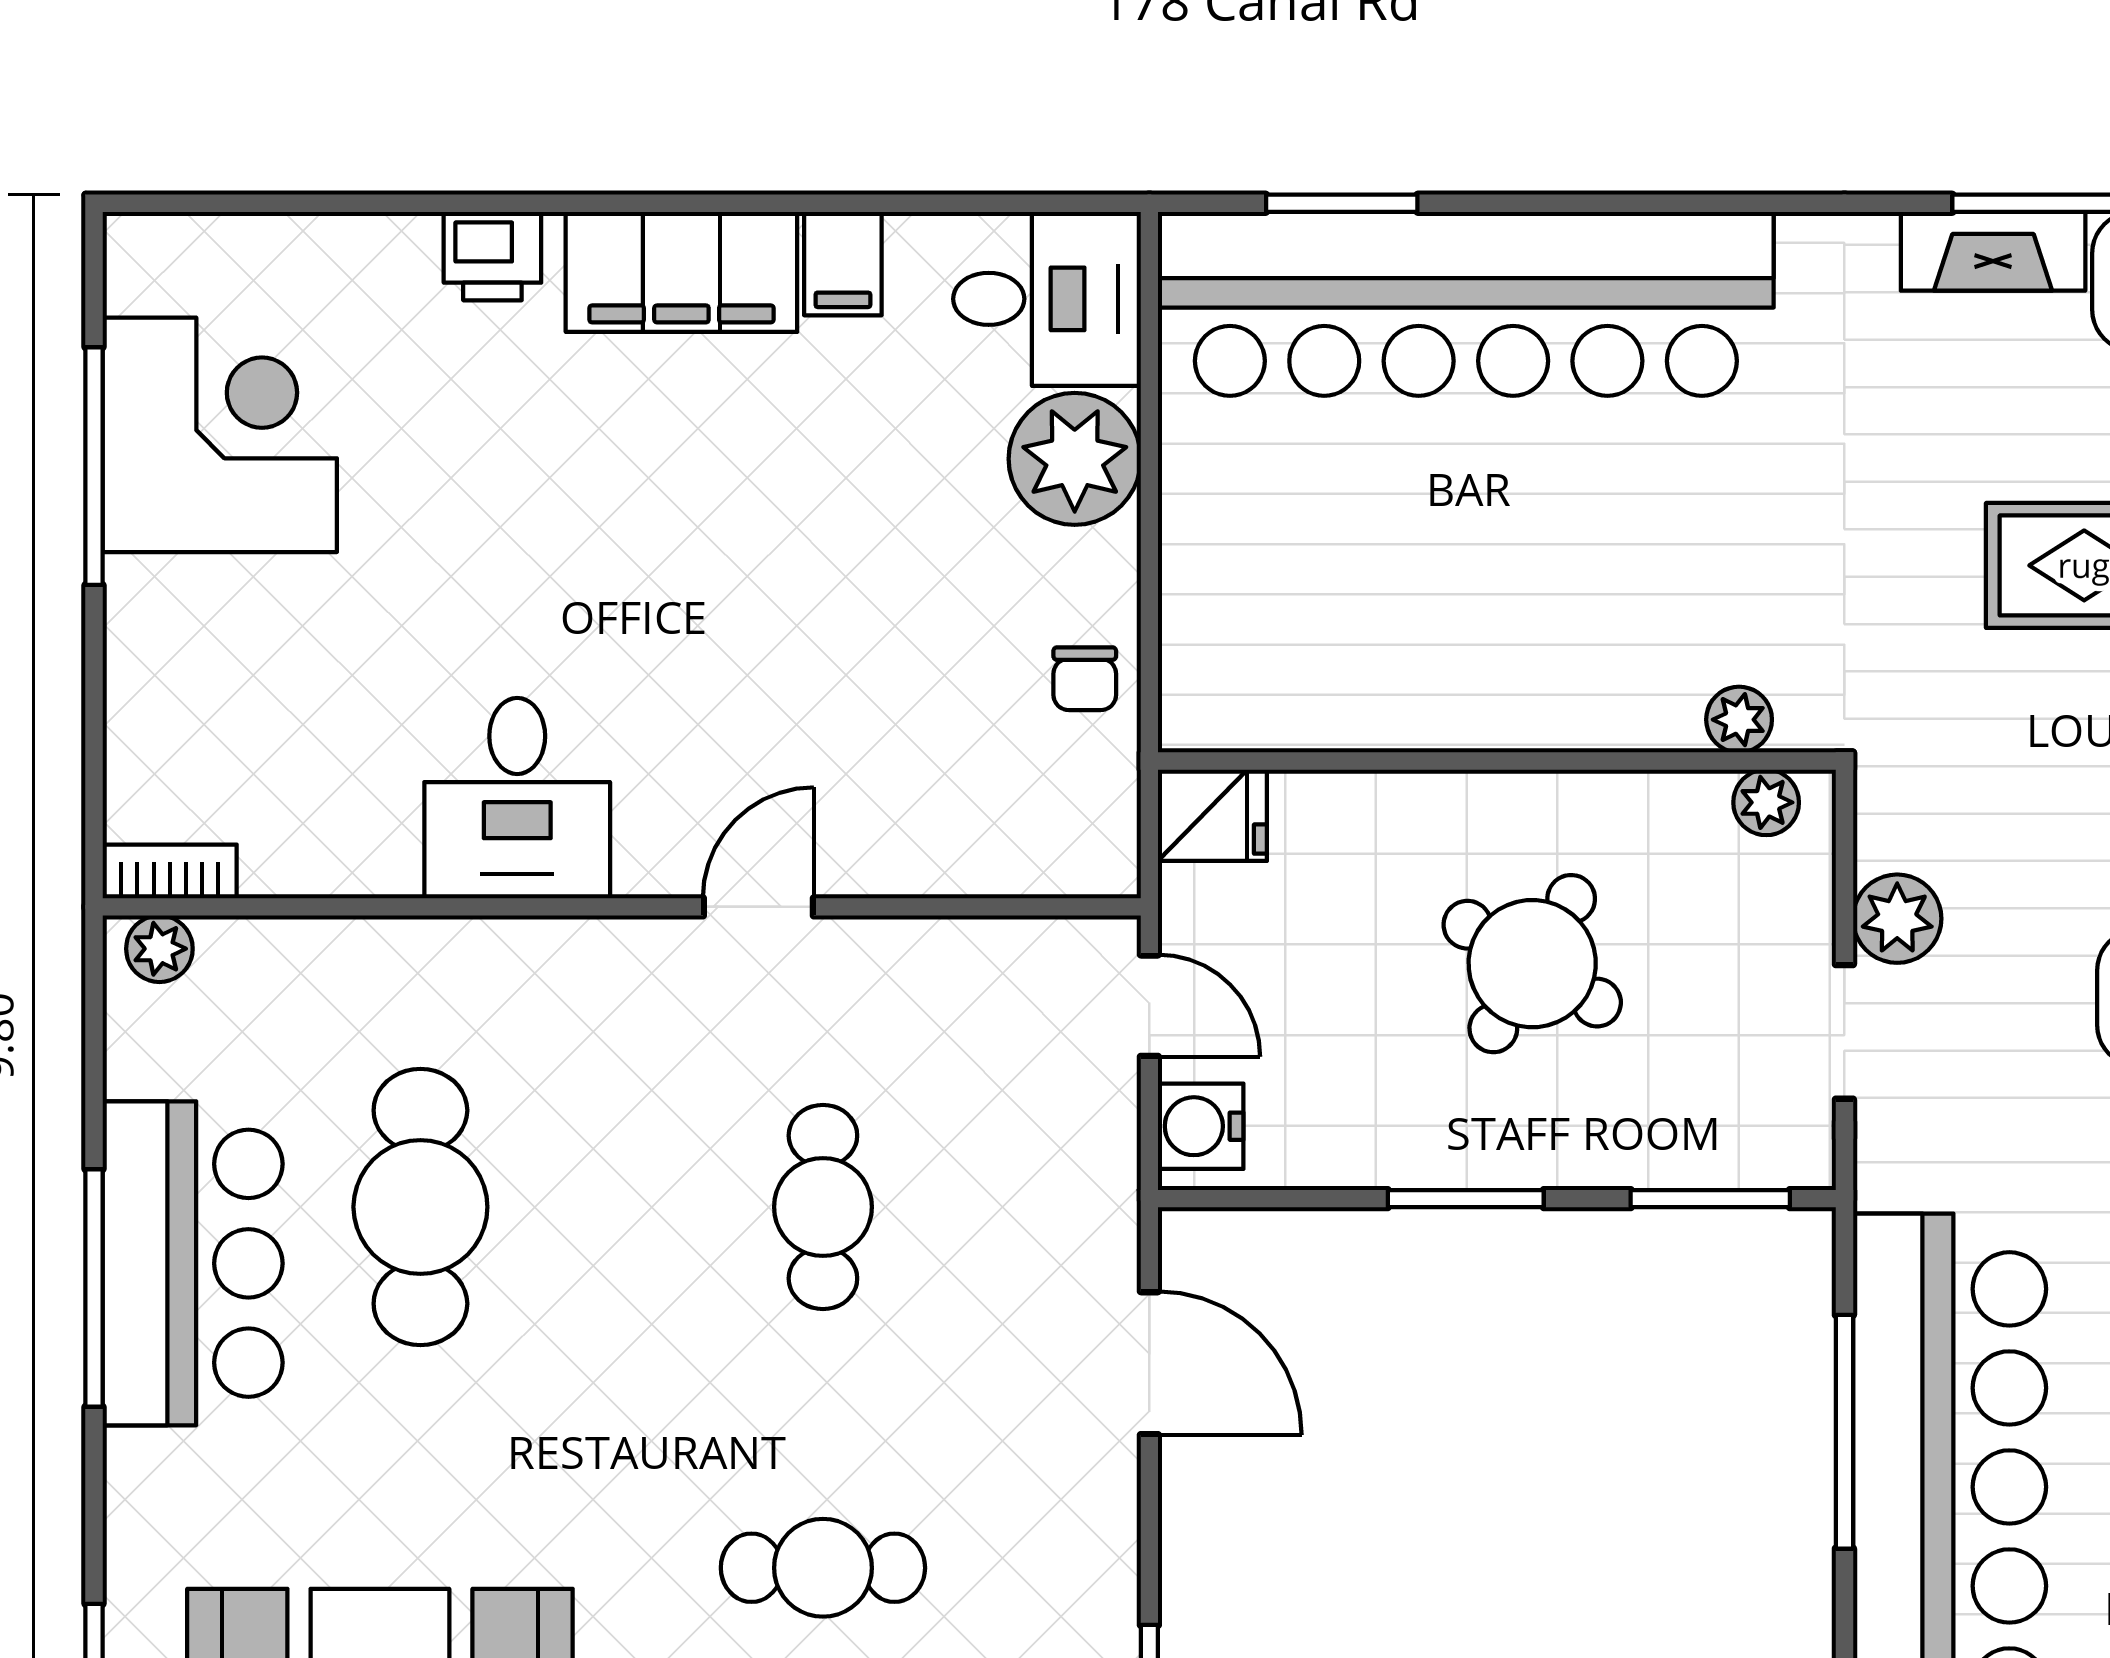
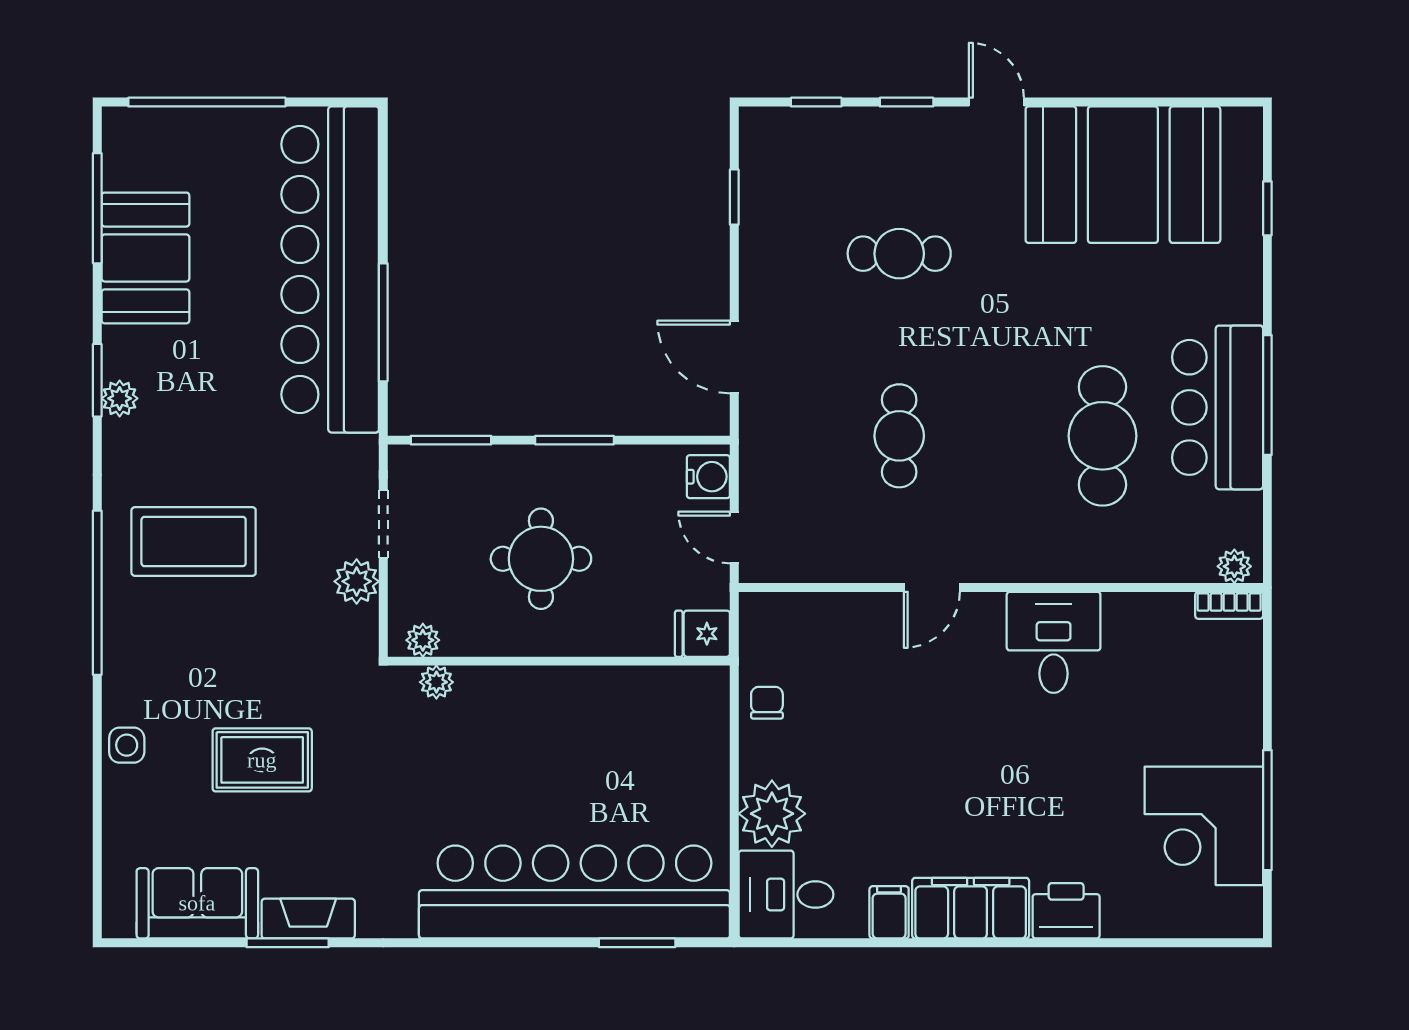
printer: (492, 256) -> (1066, 911), width x1.36, depth x1.24
round table: (1532, 964) -> (541, 559), turned -31

